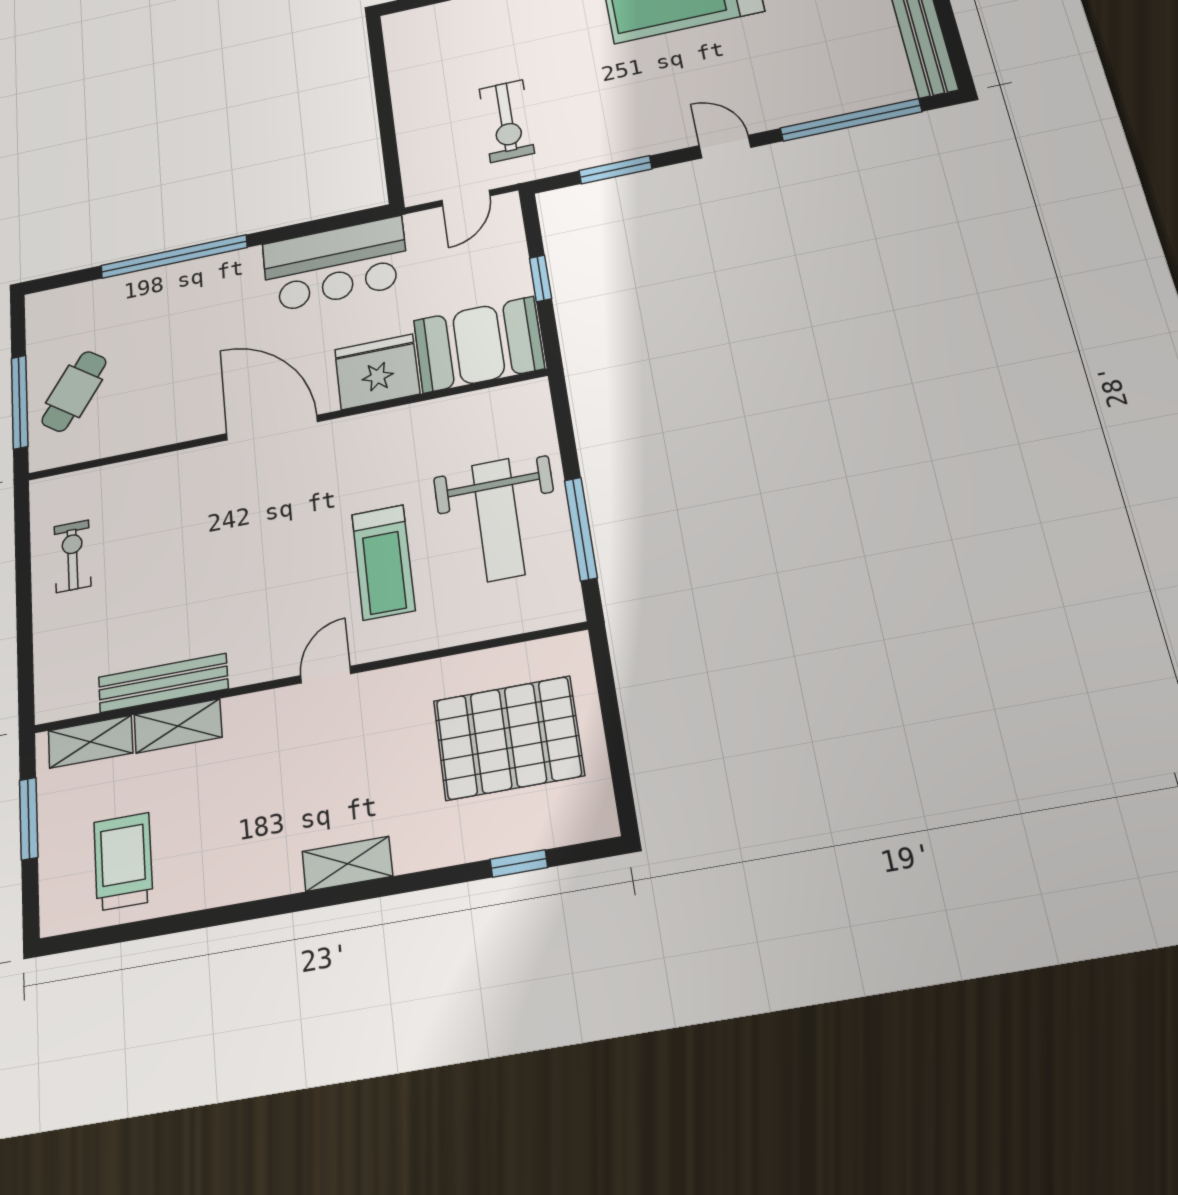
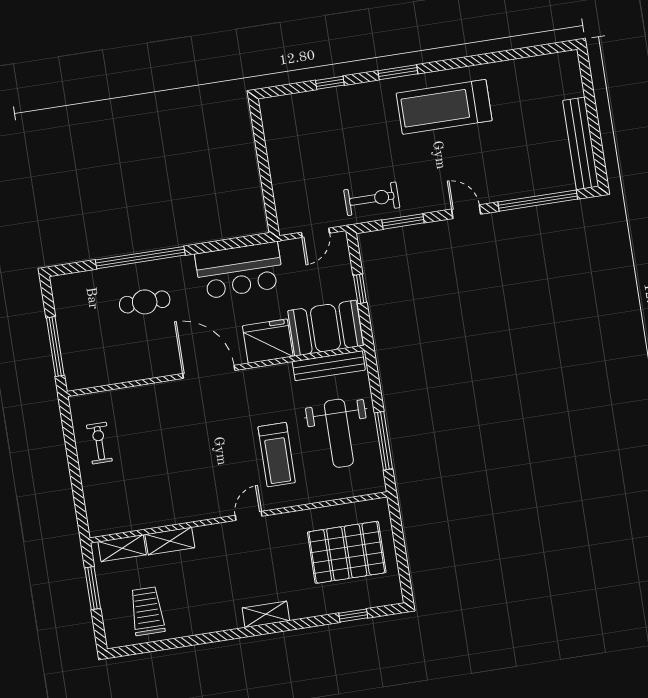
exercise bike: (507, 121) -> (372, 199), moved, turned -90
cafe table: (74, 391) -> (145, 302), moved, turned 55
bench: (163, 683) -> (329, 366), moved

